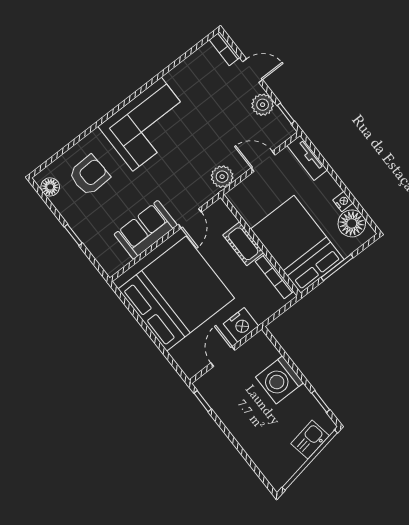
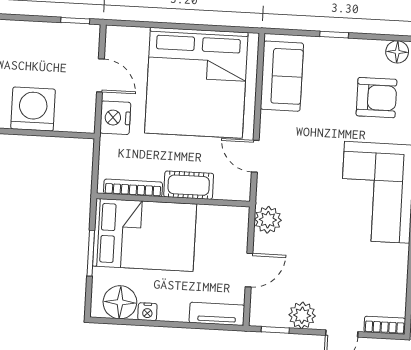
armchair: (89, 175) -> (376, 98), turned -88
sofa: (146, 230) -> (282, 76), moved

